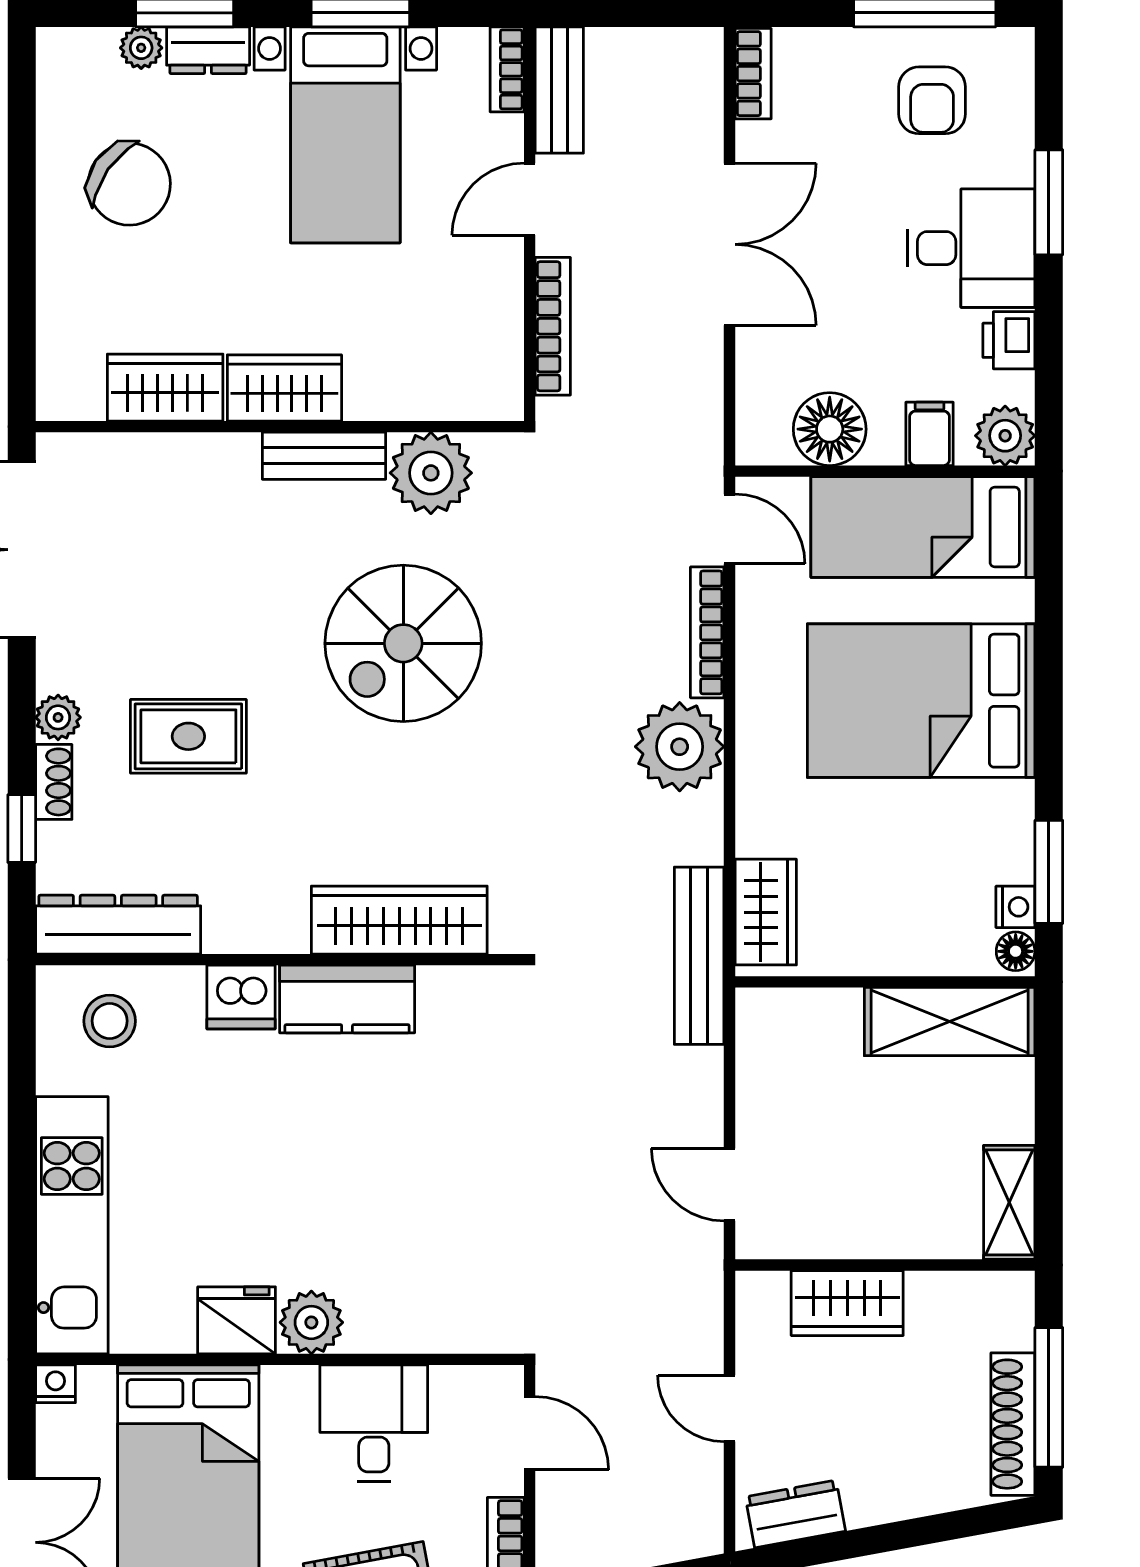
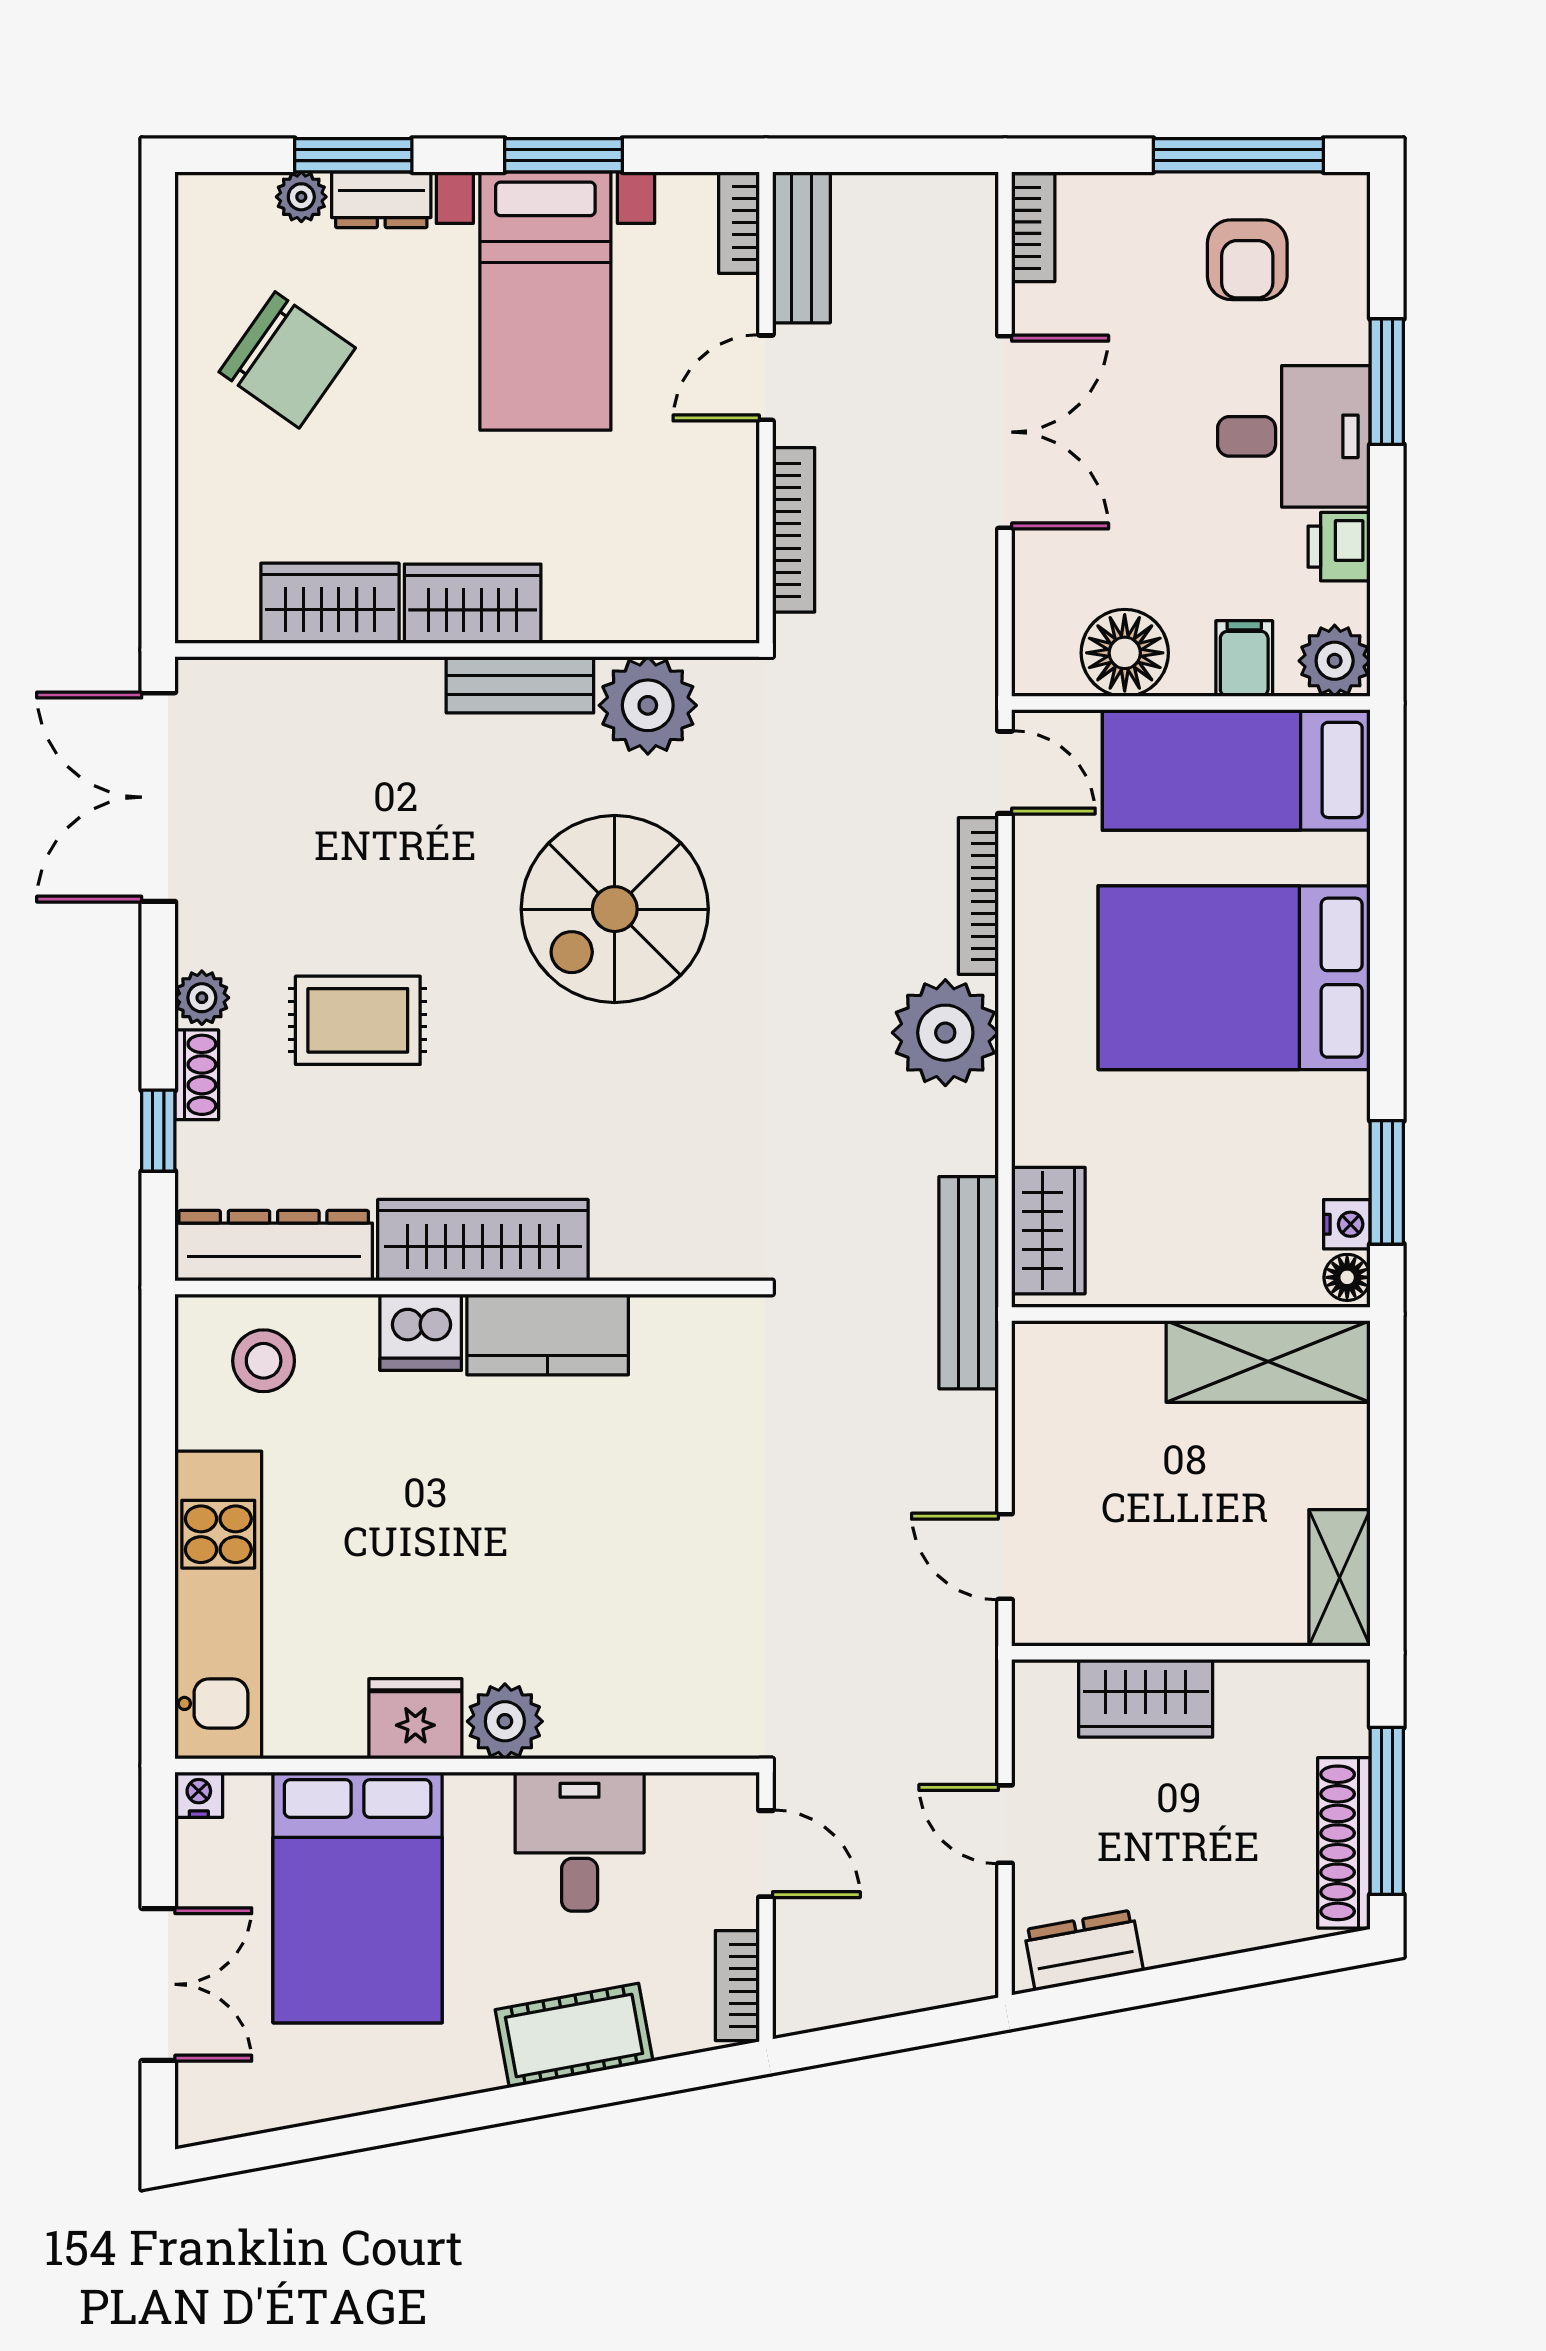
wardrobe: (399, 920) -> (483, 1240), moved

